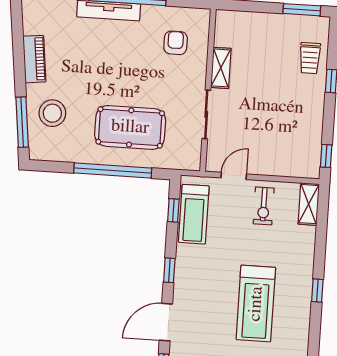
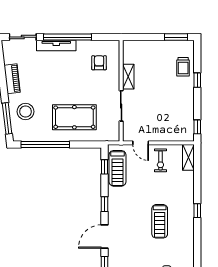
window: (113, 170) -> (45, 145), moved
door: (234, 176) -> (141, 143), swing flipped
treadmill: (256, 304) -> (160, 221), width x0.73, depth x0.73

